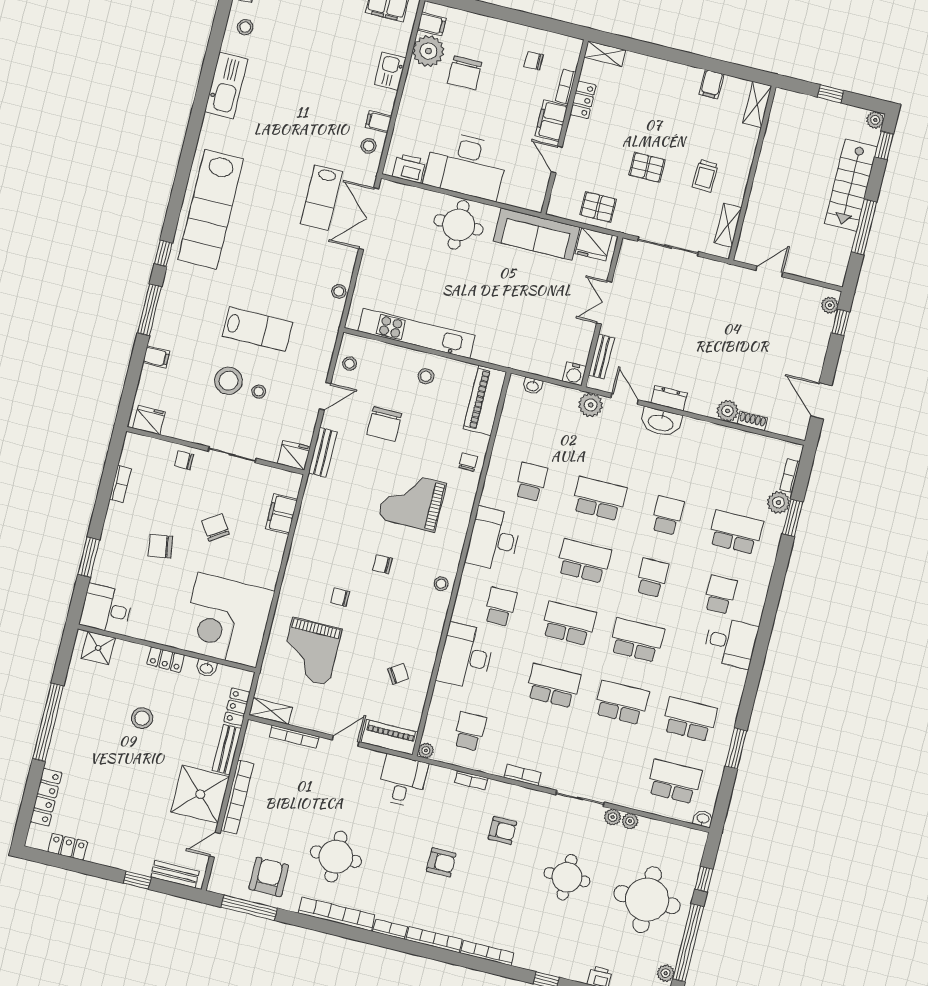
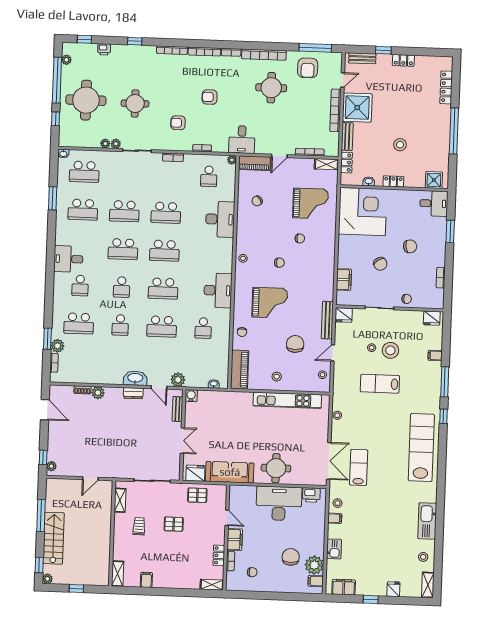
bench: (323, 452) -> (327, 320), width x1.36
school desk: (500, 607) -> (206, 252), removed
grand piano: (310, 651) -> (311, 203), turned 90
locker: (68, 847) -> (403, 60), moved

